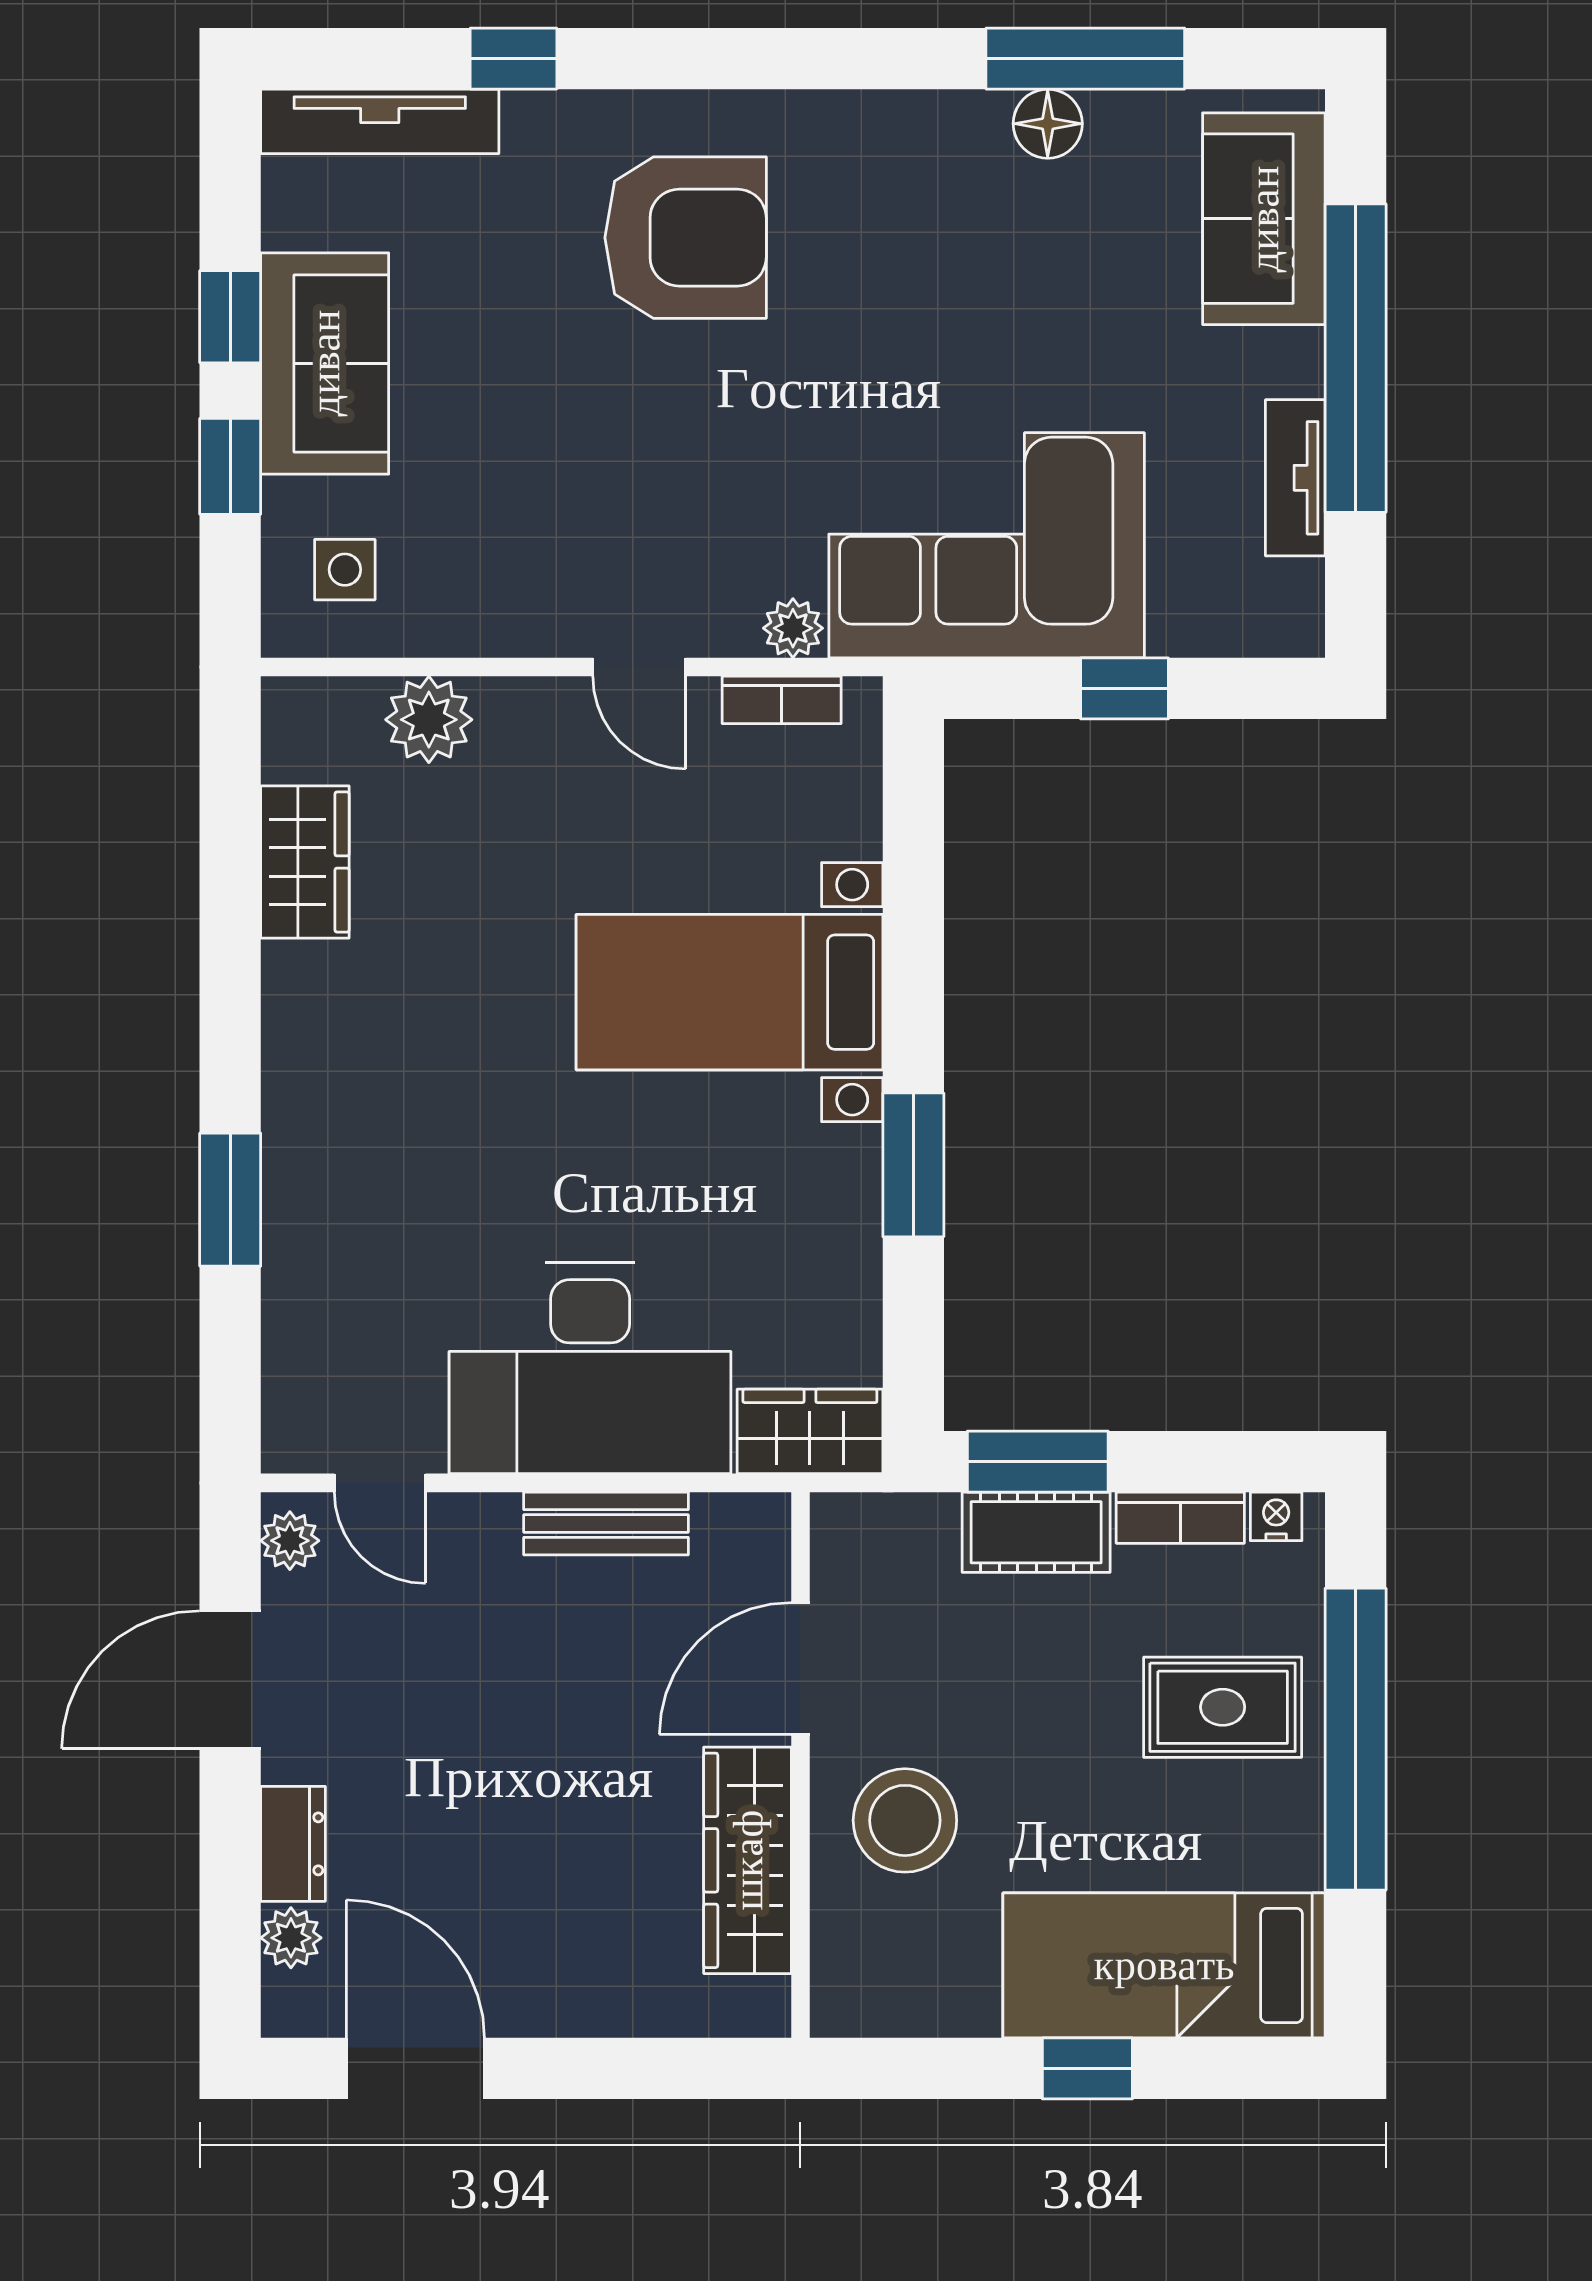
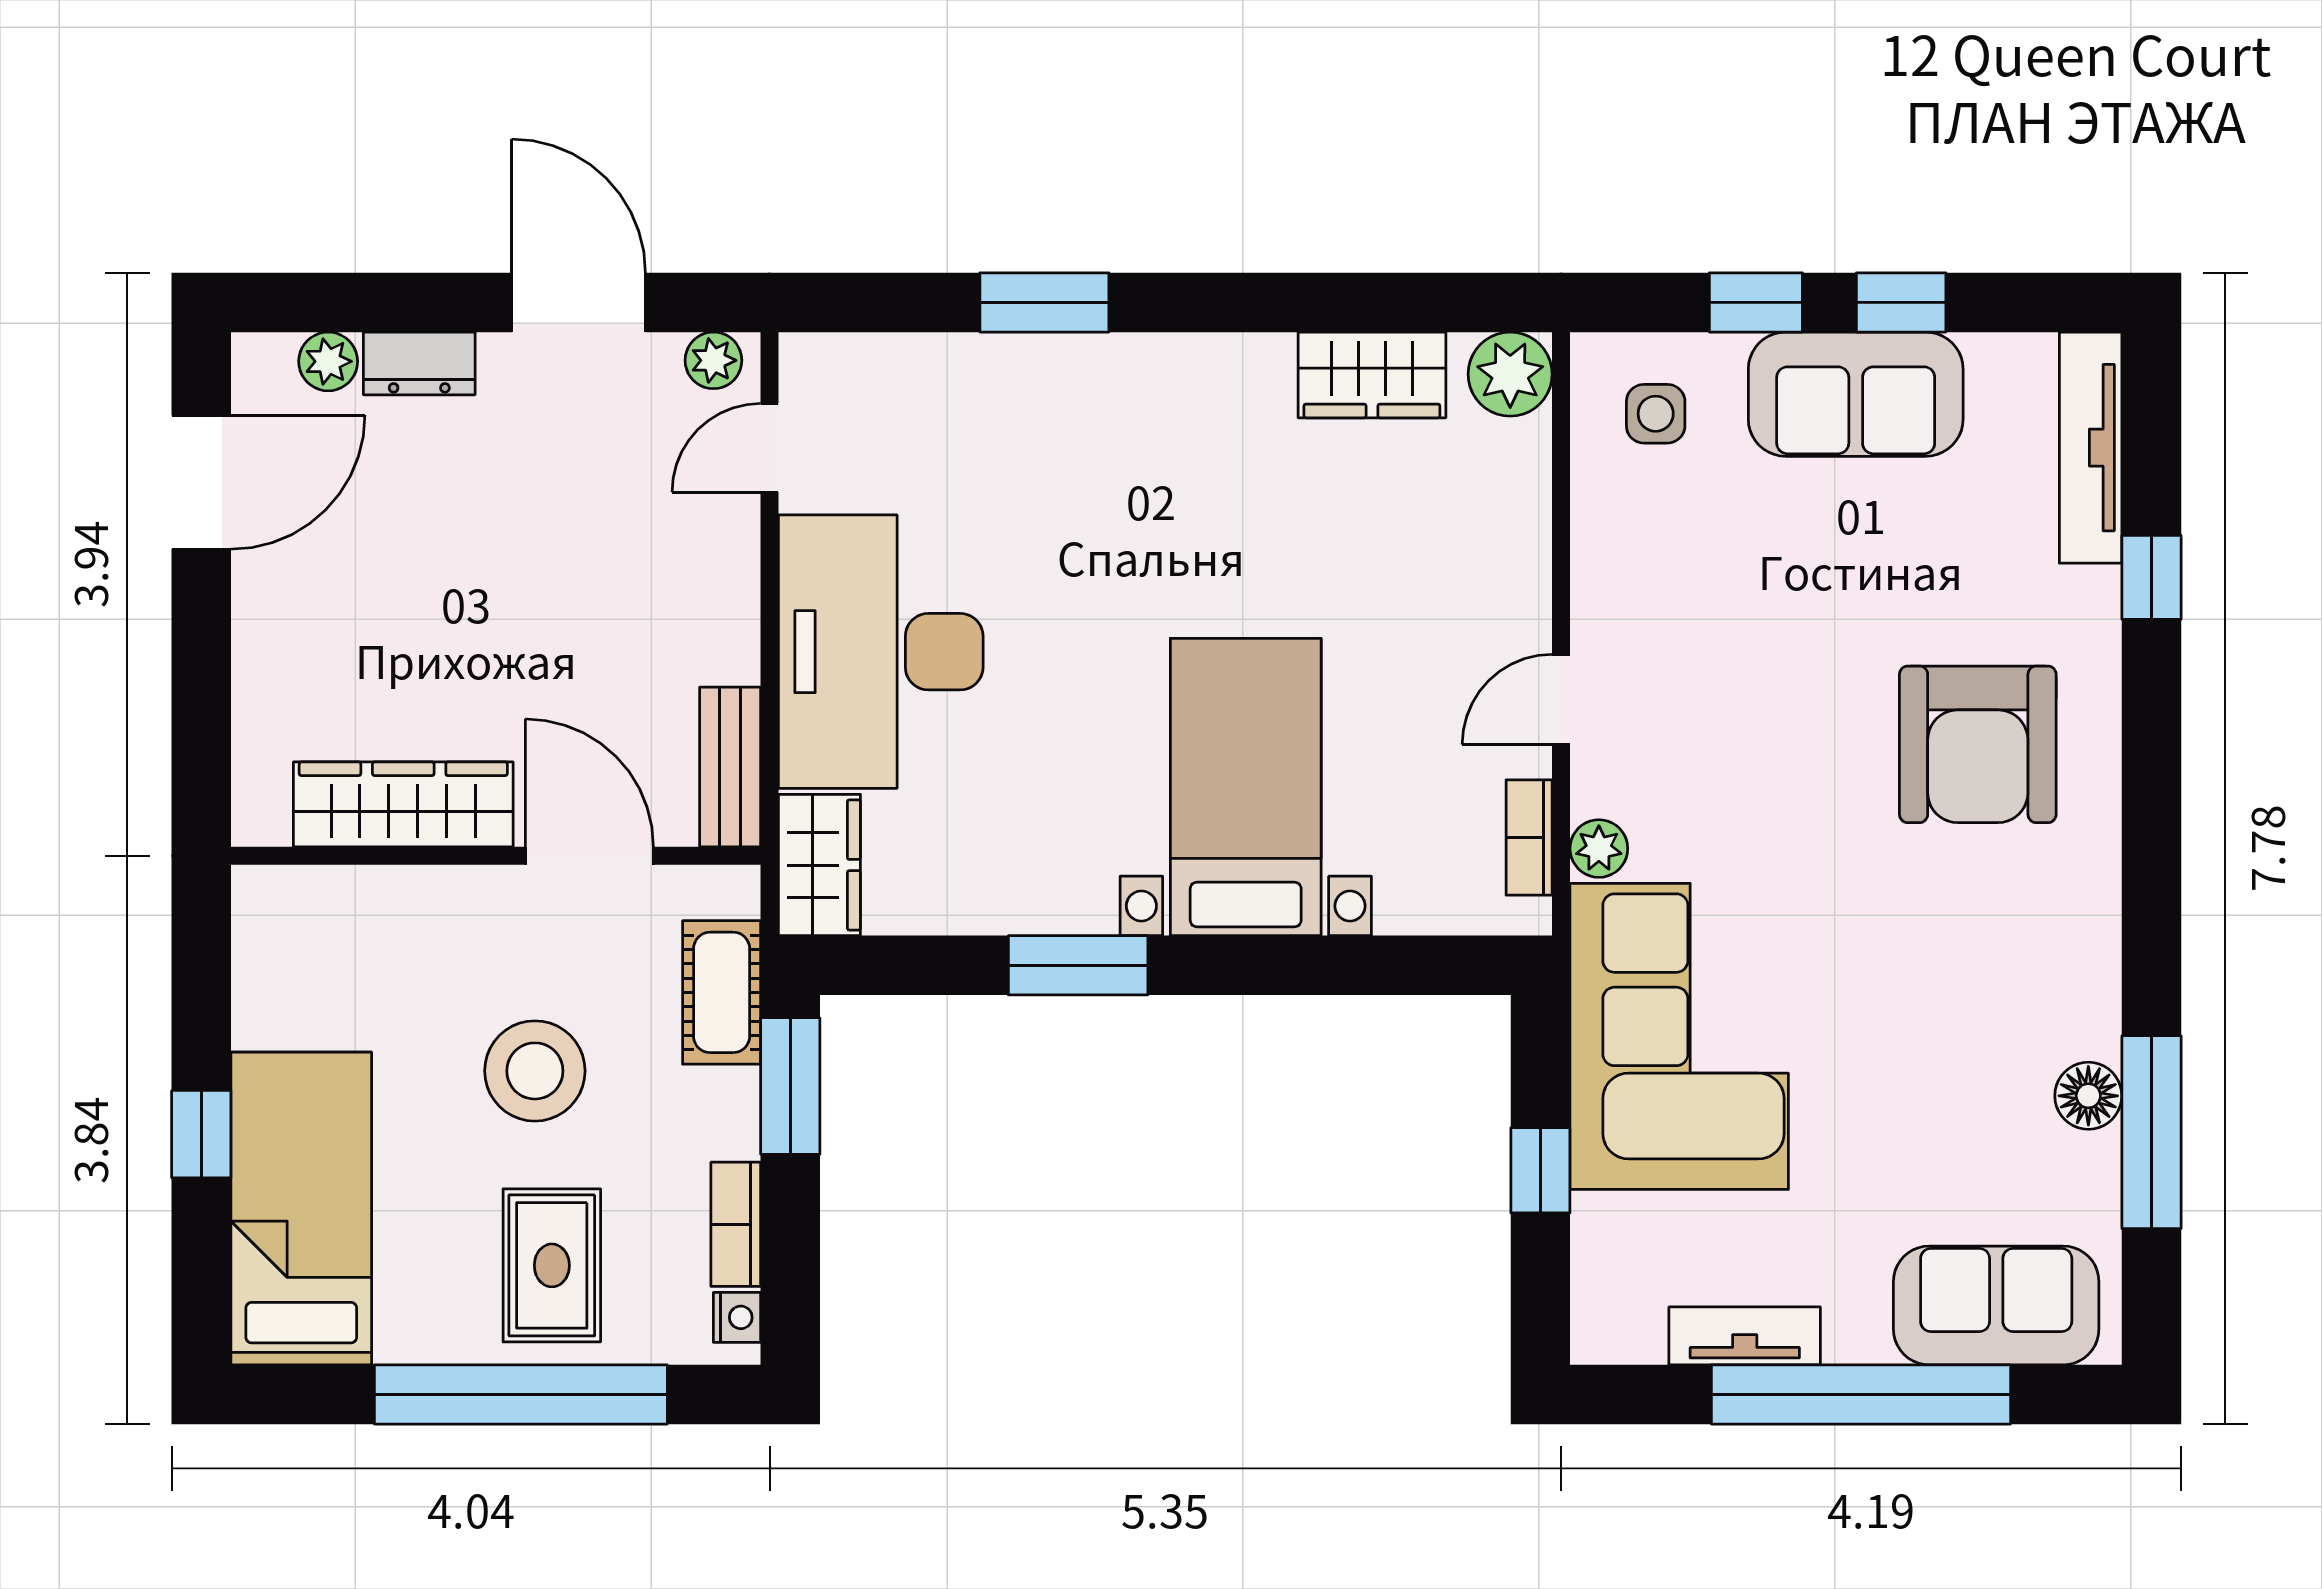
plant: (429, 720) -> (1510, 374), moved
bench: (606, 1523) -> (730, 767), moved
cot: (1036, 1532) -> (722, 992), moved
stool: (905, 1820) -> (535, 1071), moved

